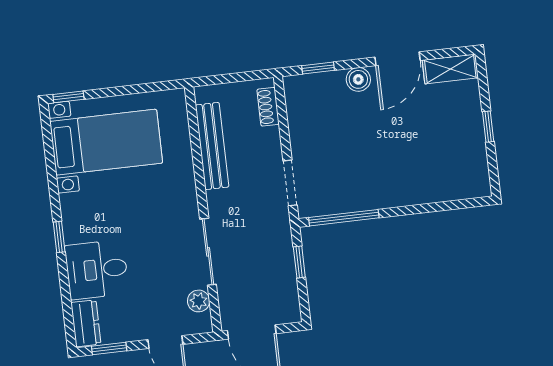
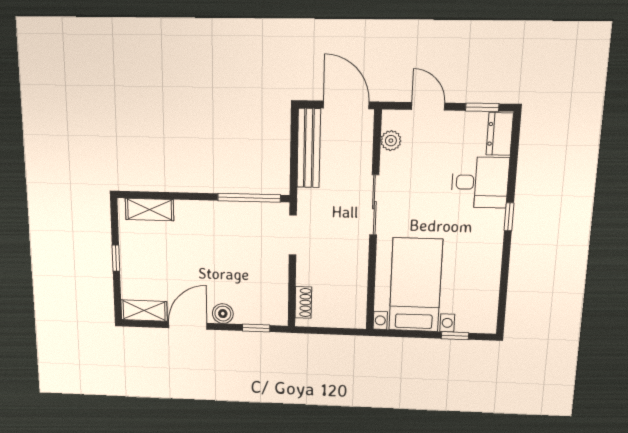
window: (68, 97) -> (455, 336), moved
bed with nightstands: (106, 142) -> (416, 285), moved, turned 90
bench: (212, 146) -> (309, 148), moved
shelving: (454, 189) -> (150, 210), added
sliding door: (208, 252) -> (374, 205), moved
window: (299, 262) -> (294, 164), removed

